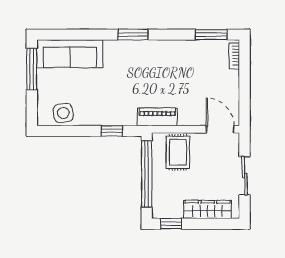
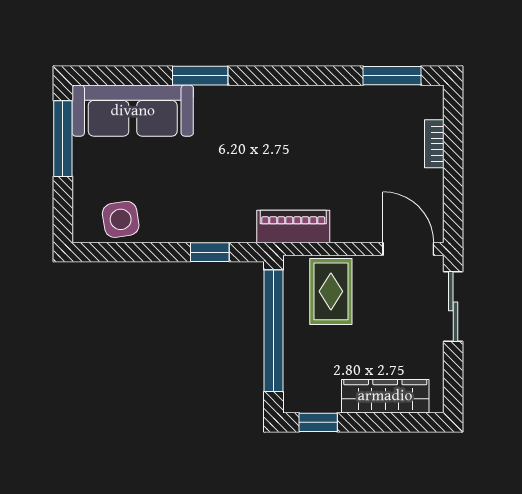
window: (133, 35) -> (200, 76), moved
bookcase: (234, 56) -> (434, 144), moved
sliding door: (245, 176) -> (453, 306), moved

